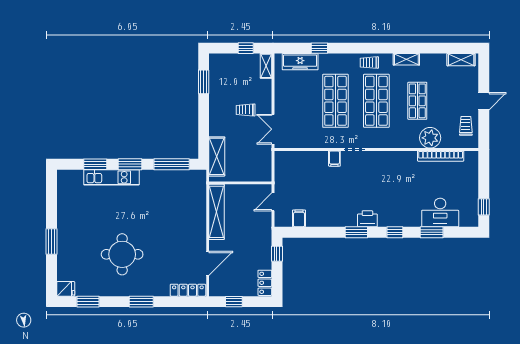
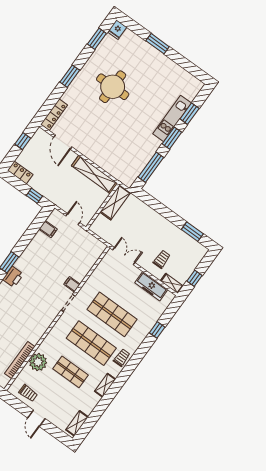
freezer: (300, 62) -> (151, 286), moved, turned -90
trolley: (246, 110) -> (162, 259), moved
shelving: (217, 156) -> (115, 202), moved, turned 90

